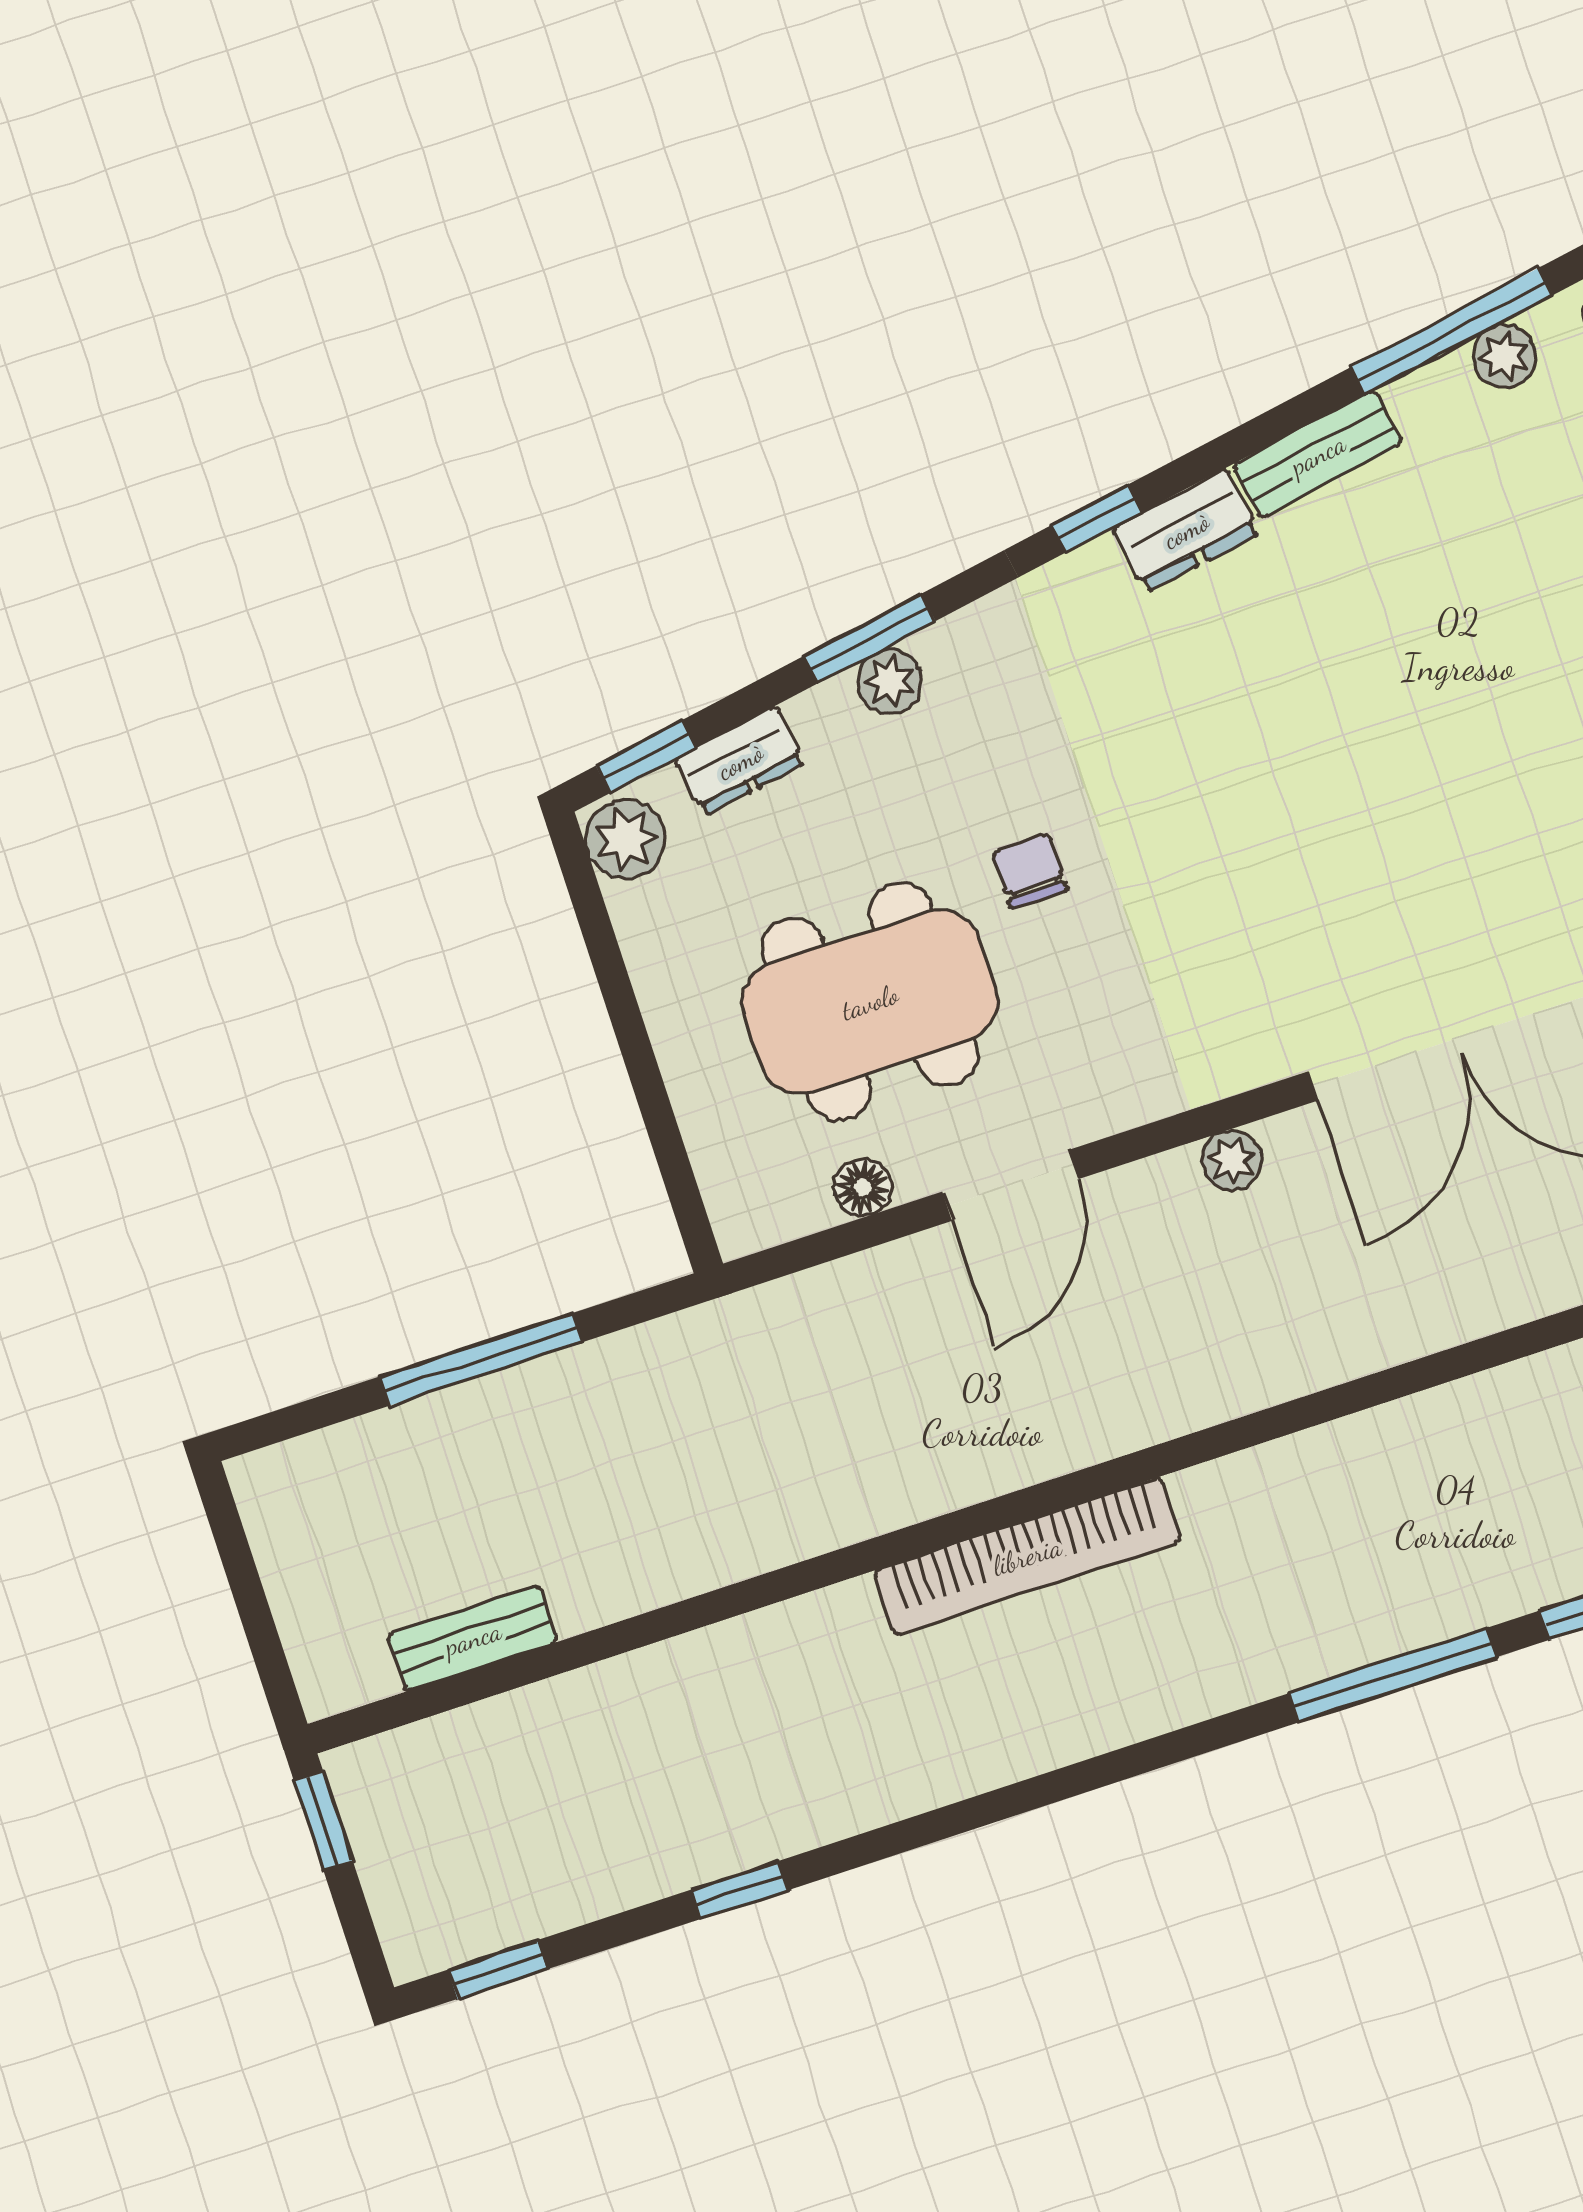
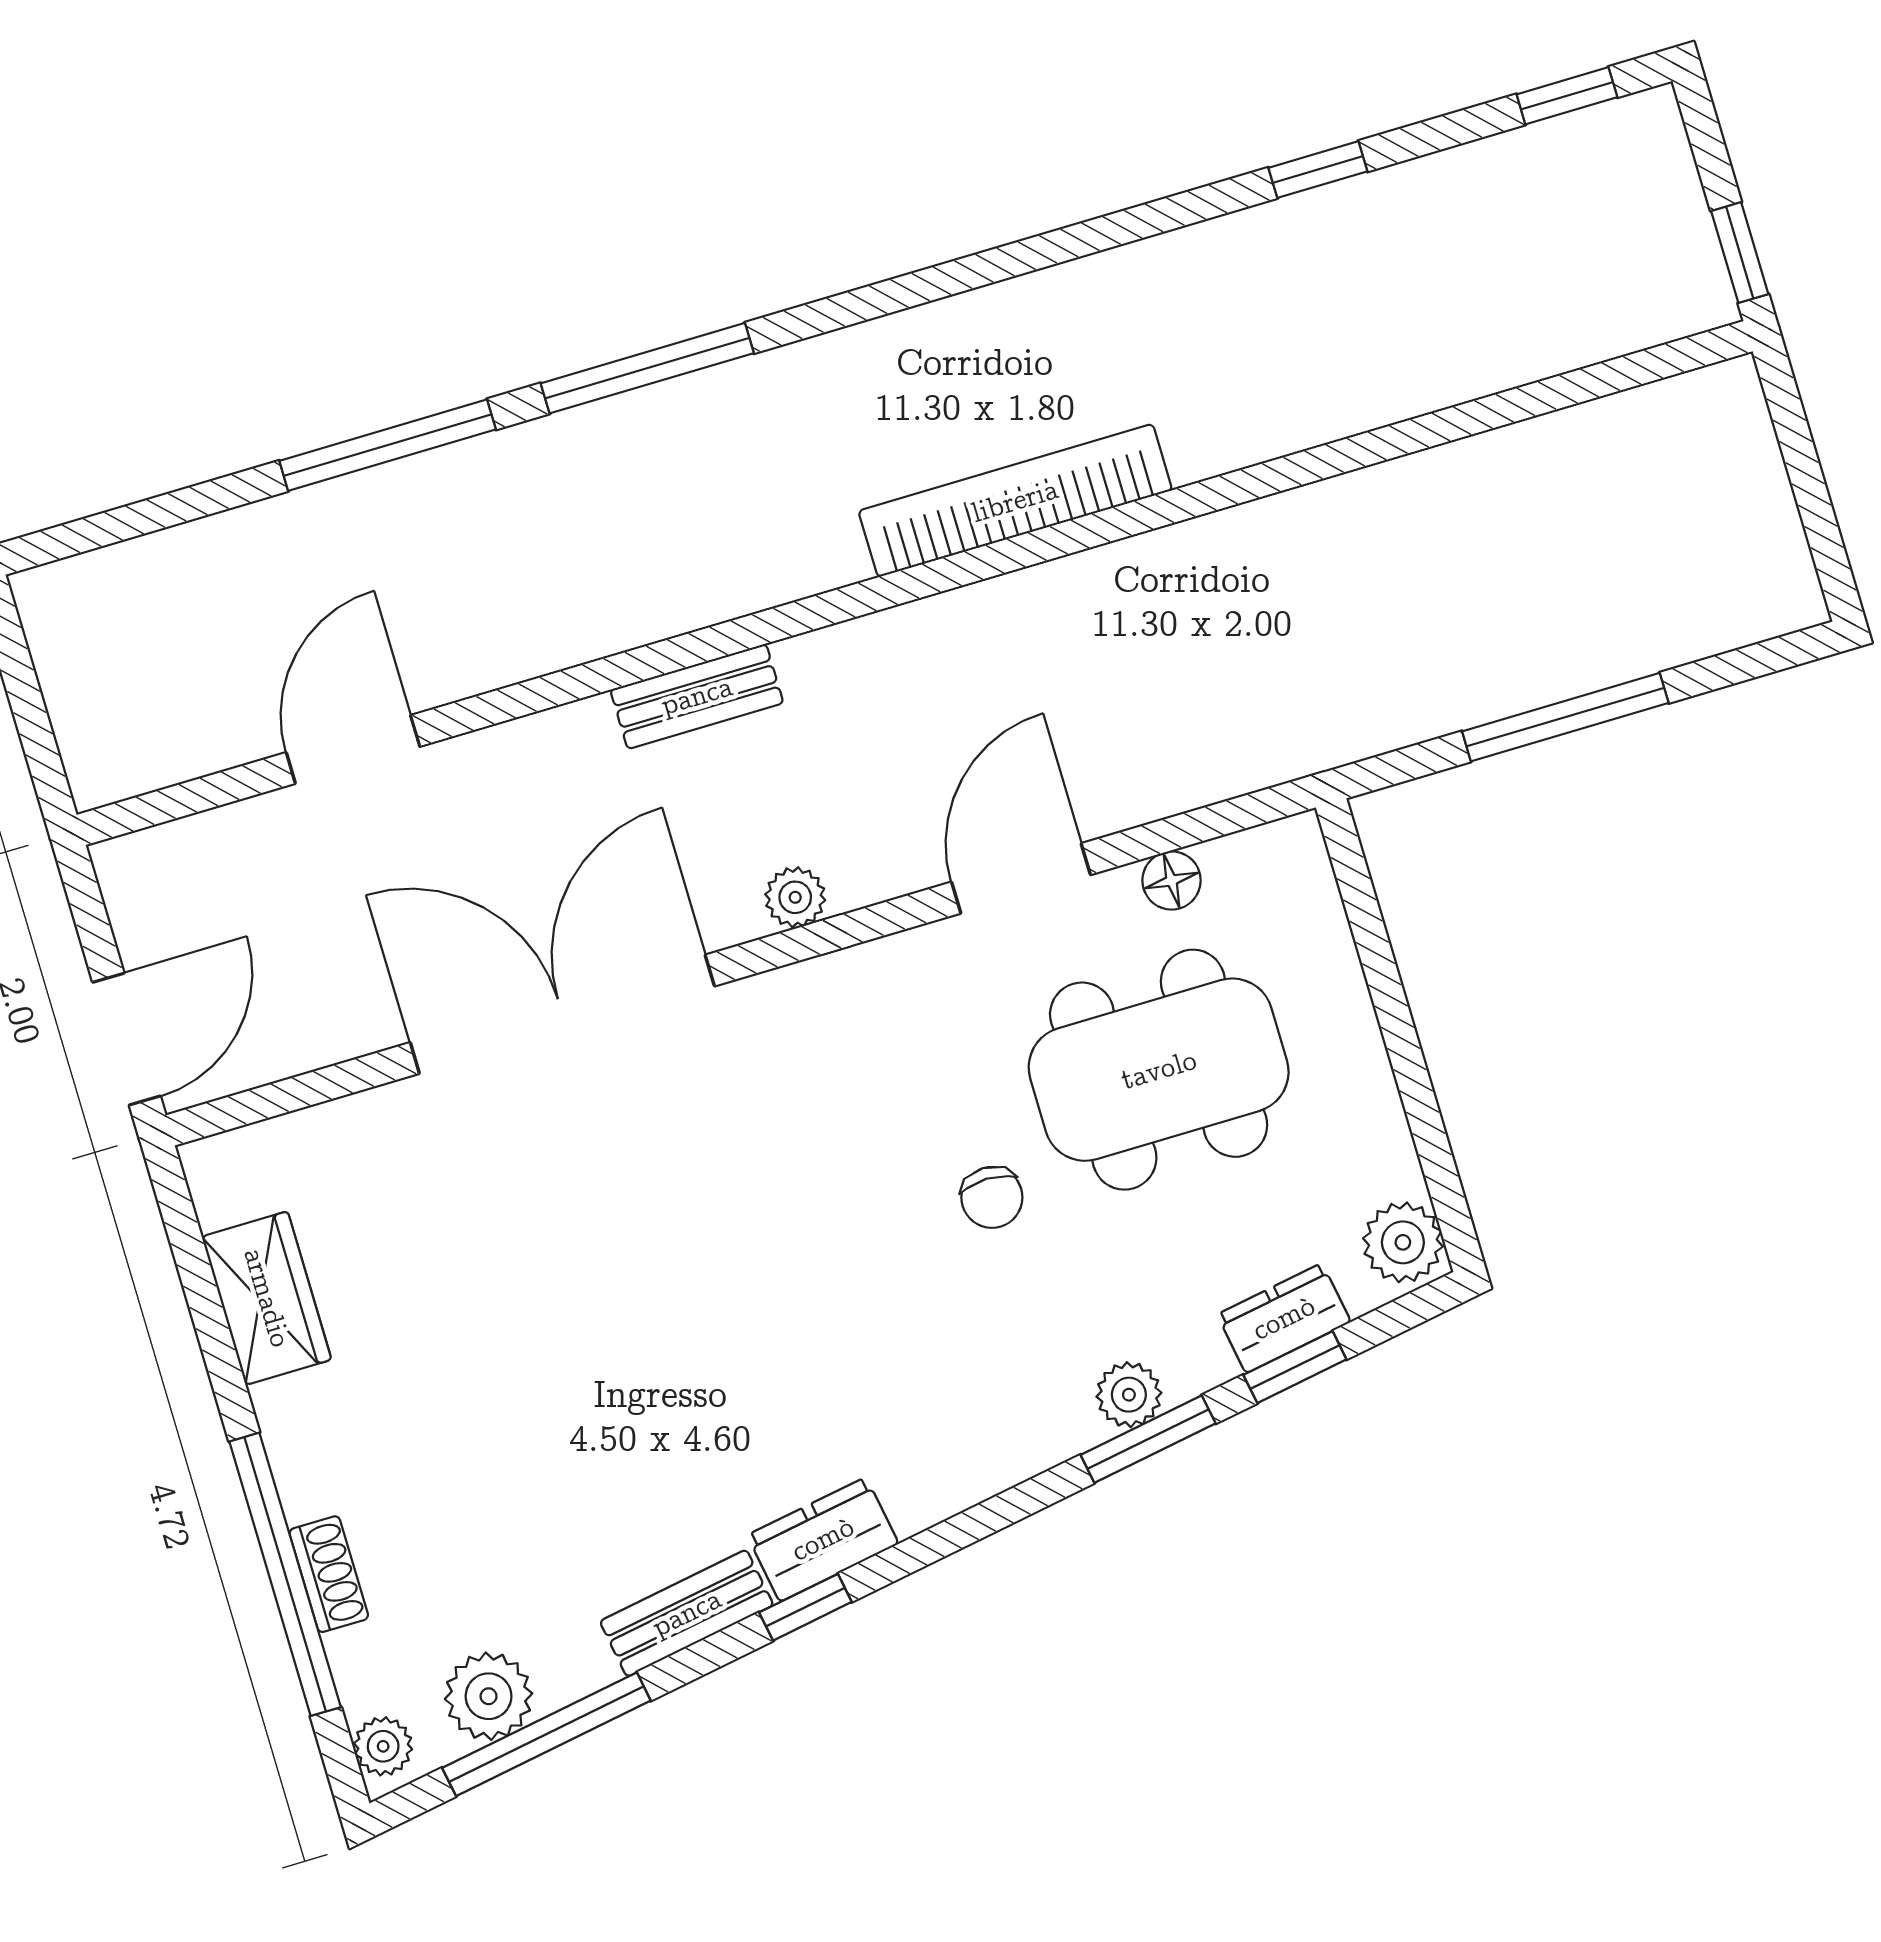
plant: (1504, 356) -> (489, 1696), width x1.38, depth x1.38
window: (1097, 519) -> (805, 1607), moved
window: (646, 756) -> (1295, 1367), moved
bench: (473, 1638) -> (697, 696), moved

